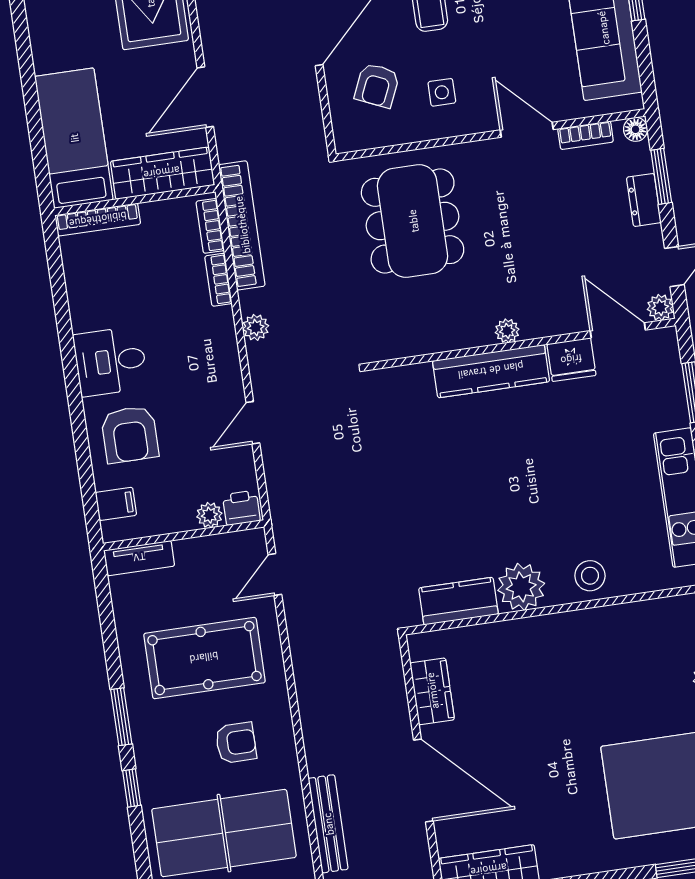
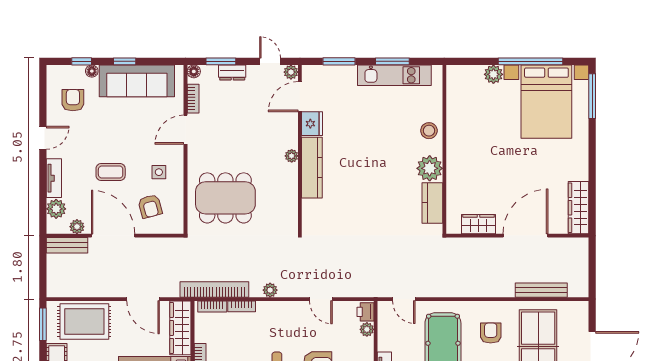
armchair: (377, 85) -> (150, 206), turned 51

